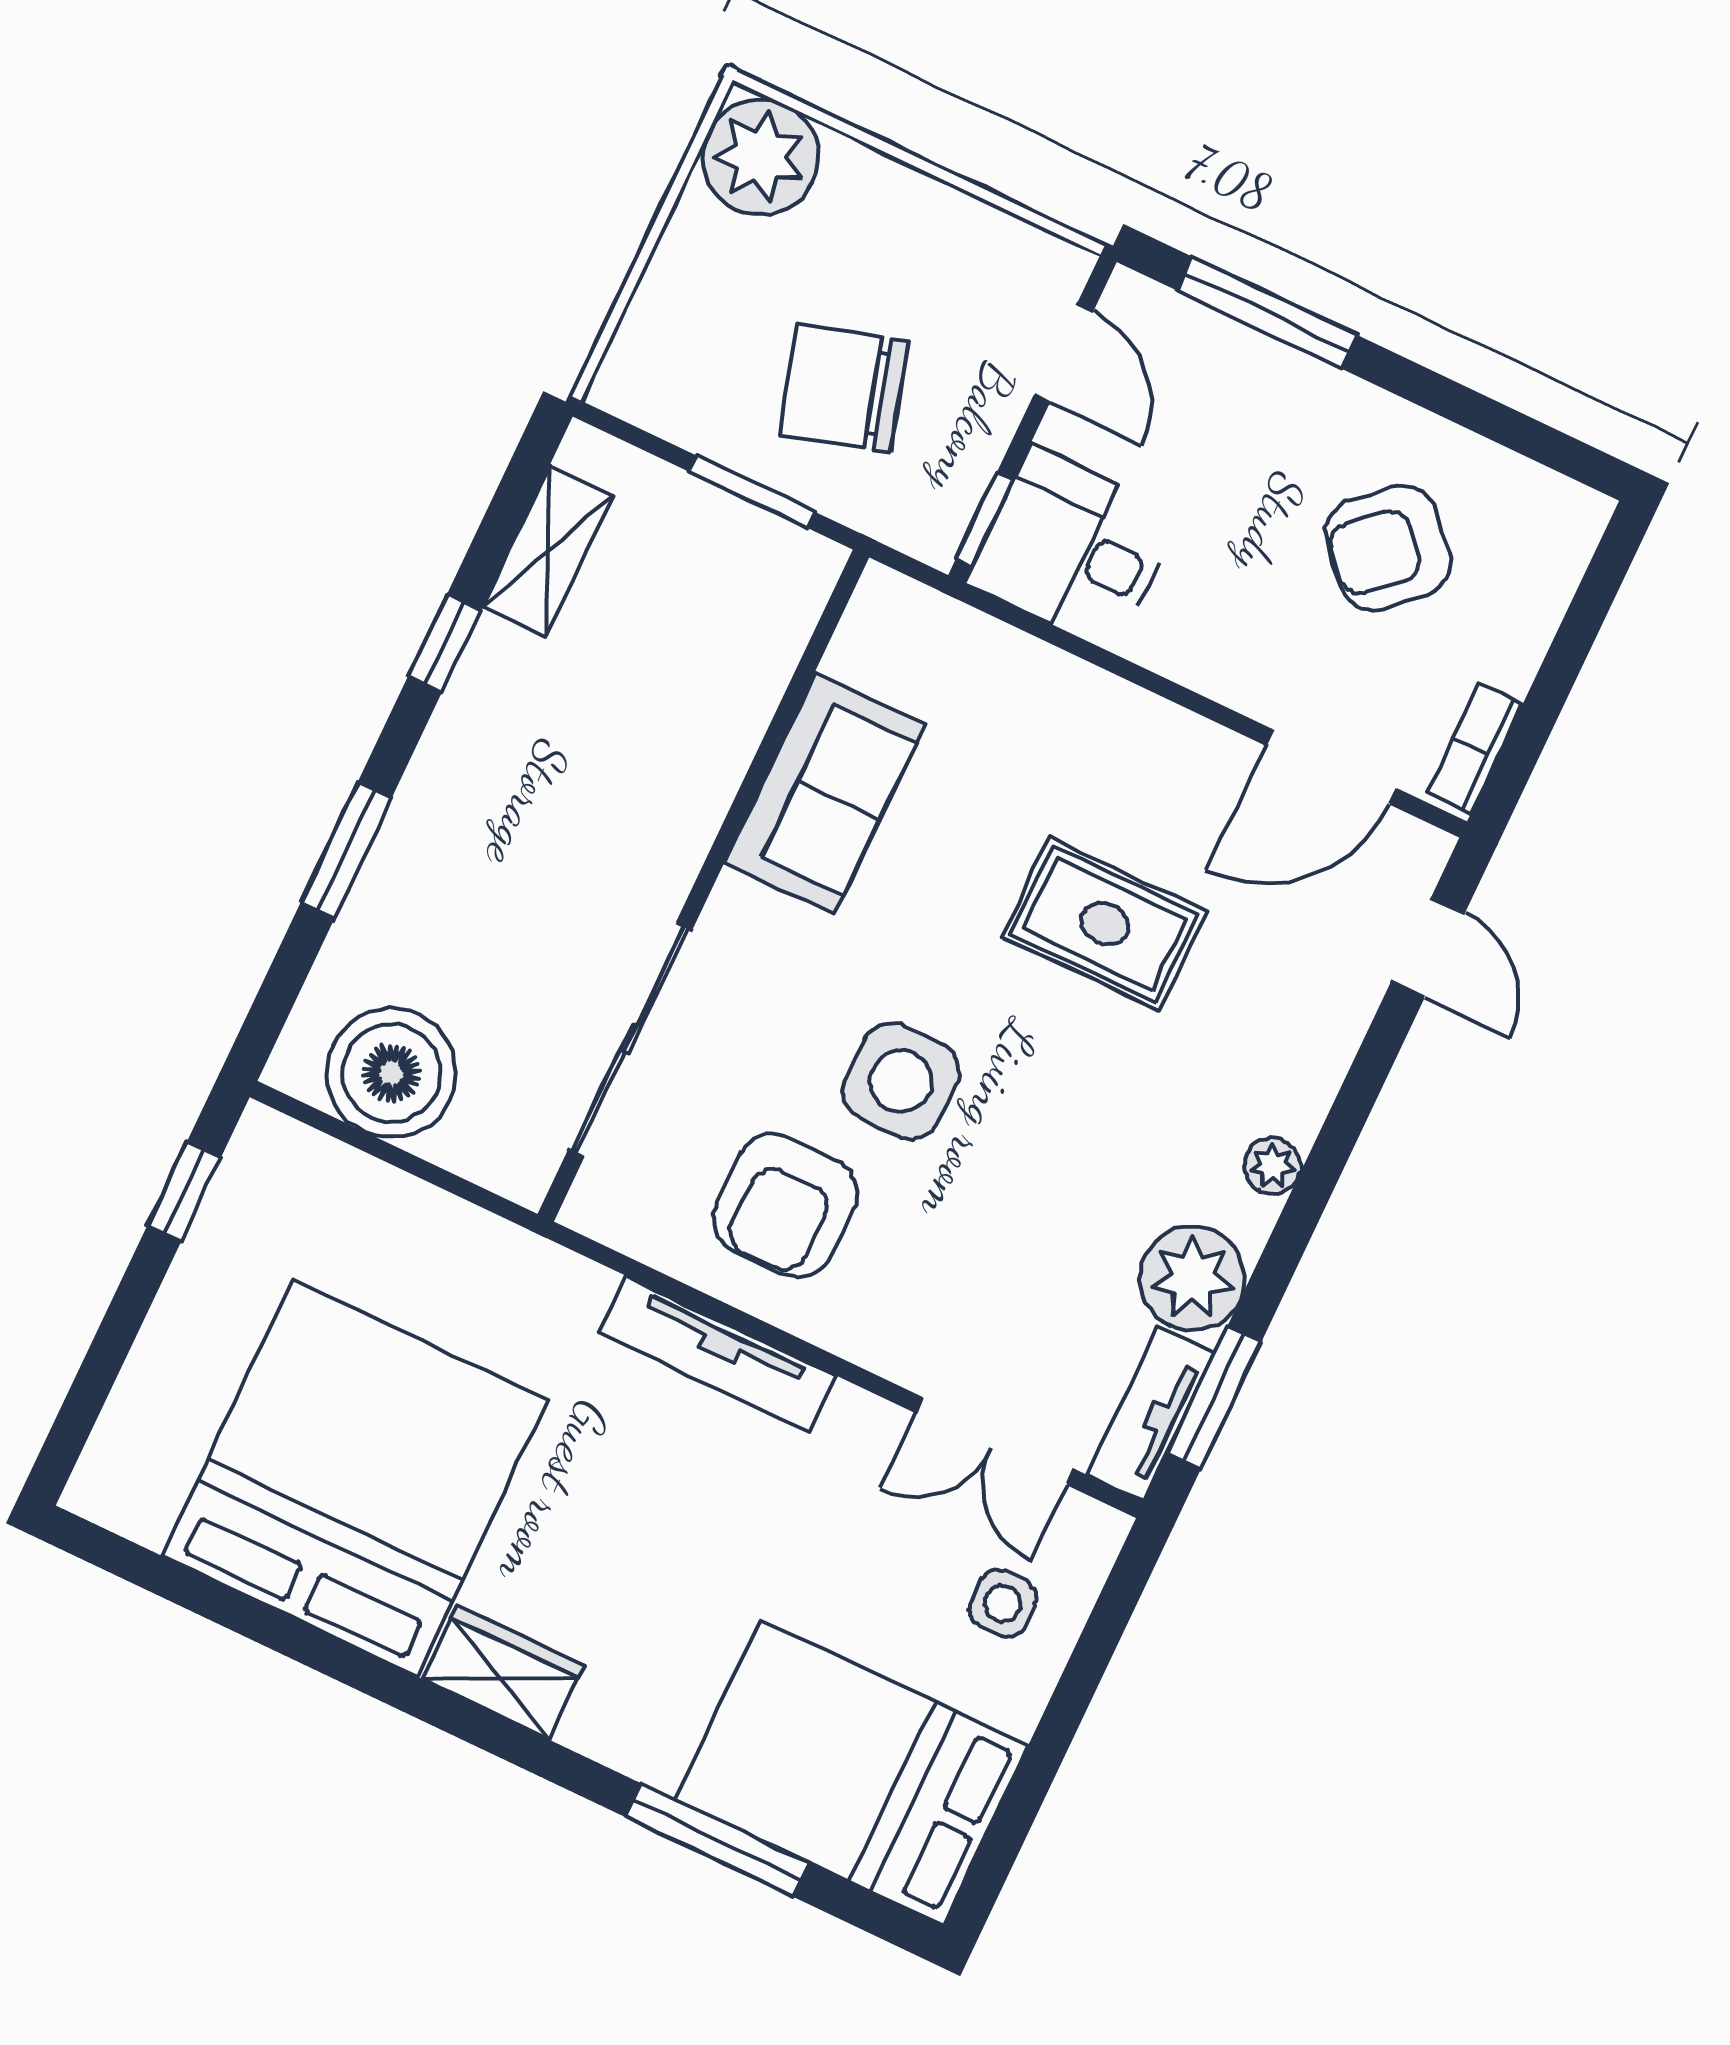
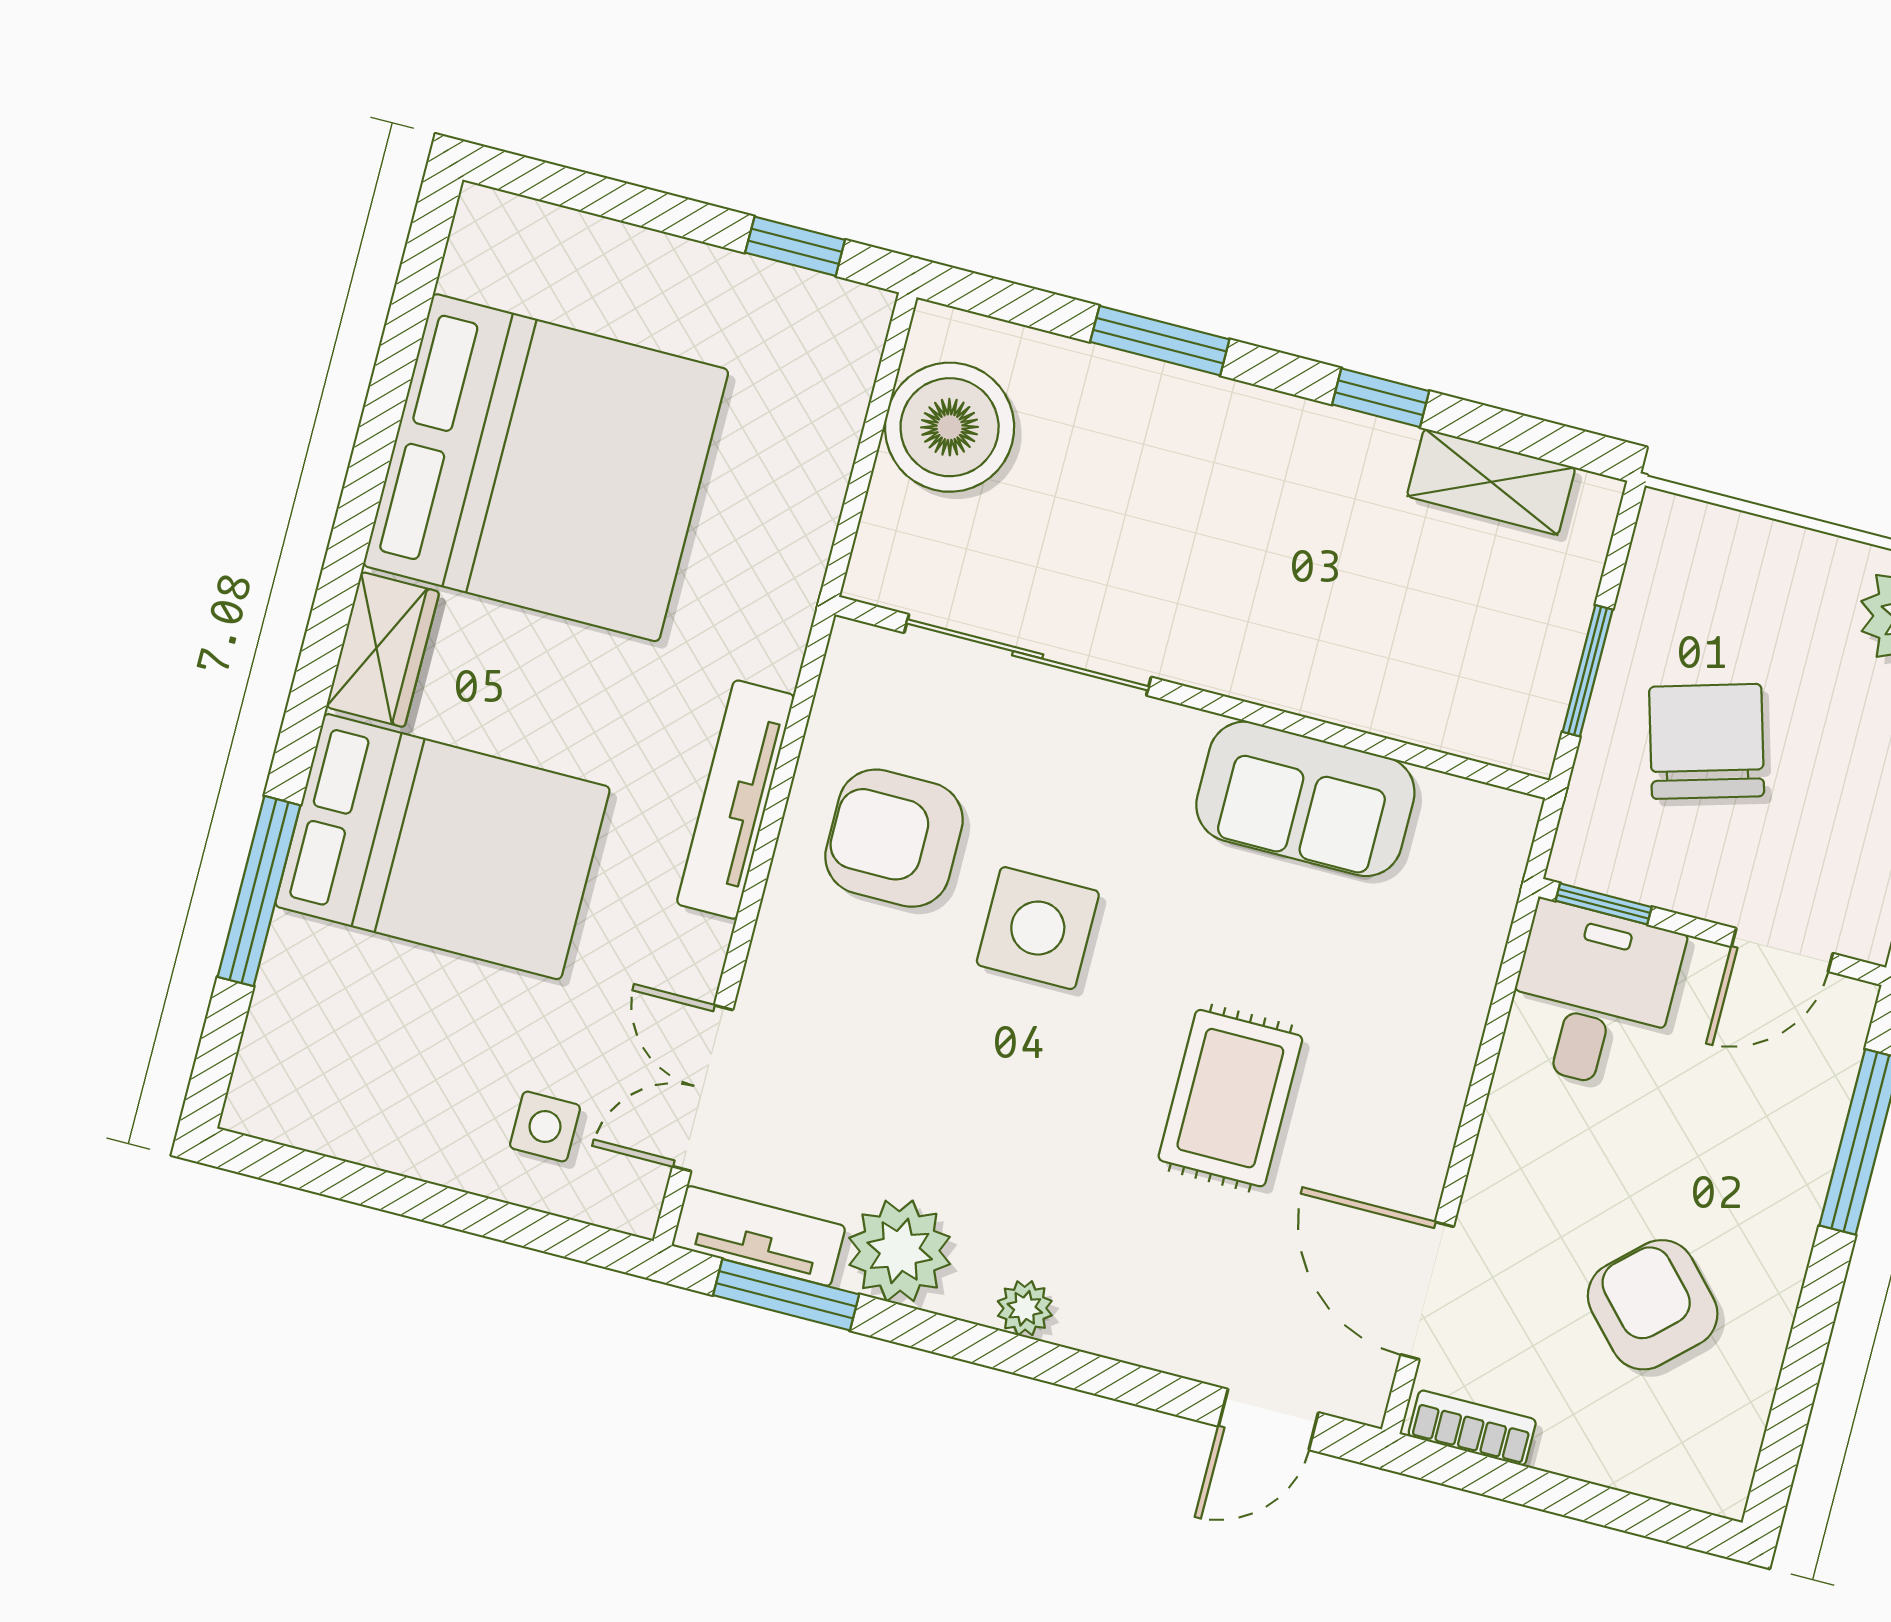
bed: (851, 1773) -> (443, 847), moved, turned 90

